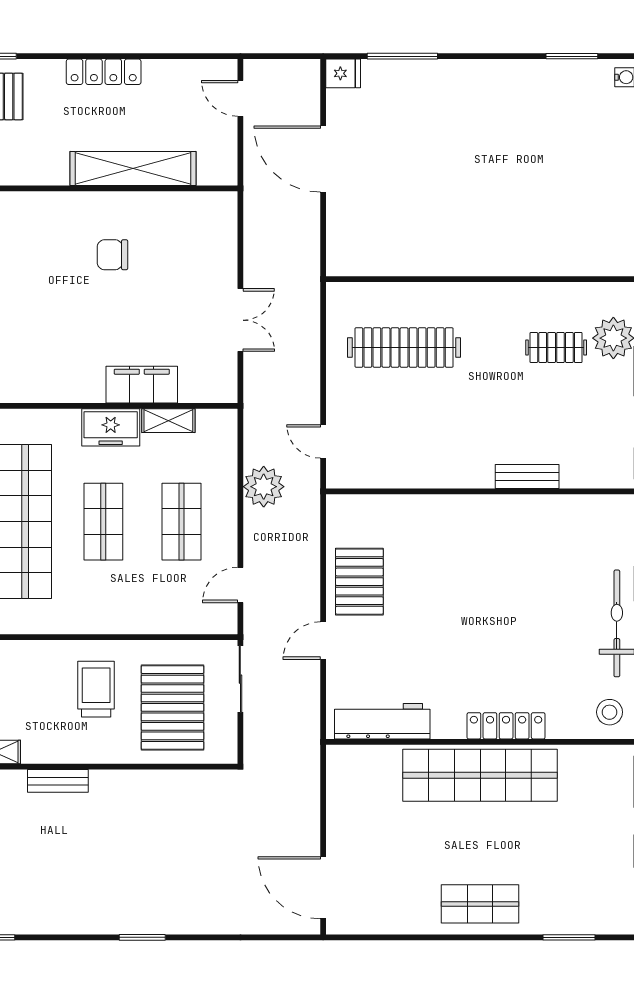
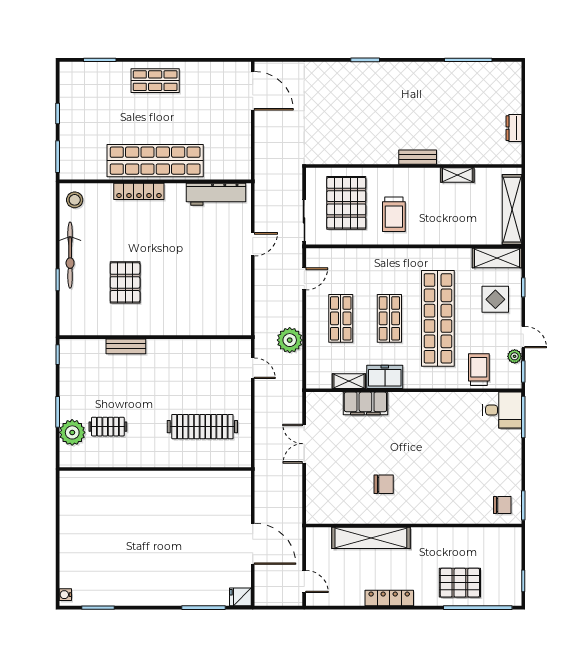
pallet: (359, 582) -> (125, 282), moved

